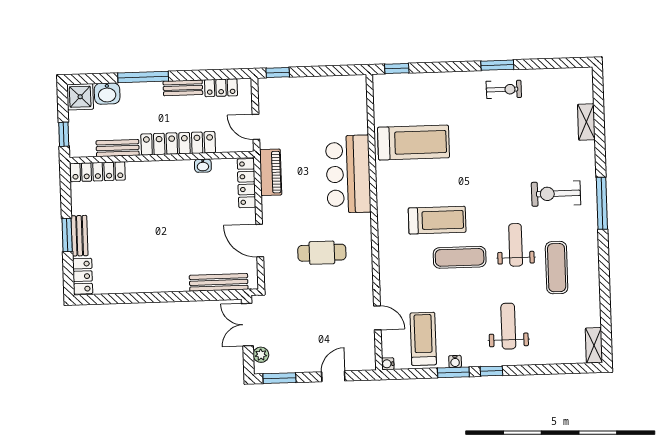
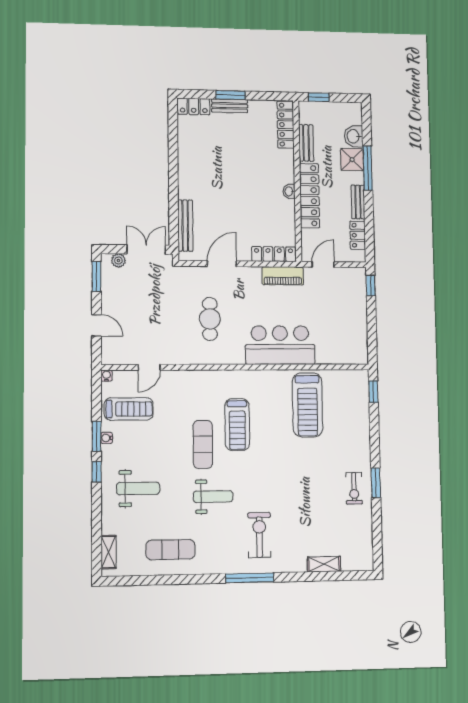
shower: (80, 97) -> (352, 160), moved
washbasin: (203, 166) -> (289, 191), moved
exercise mat: (557, 268) -> (170, 550), moved
shelving: (594, 345) -> (109, 552), moved, turned 90

